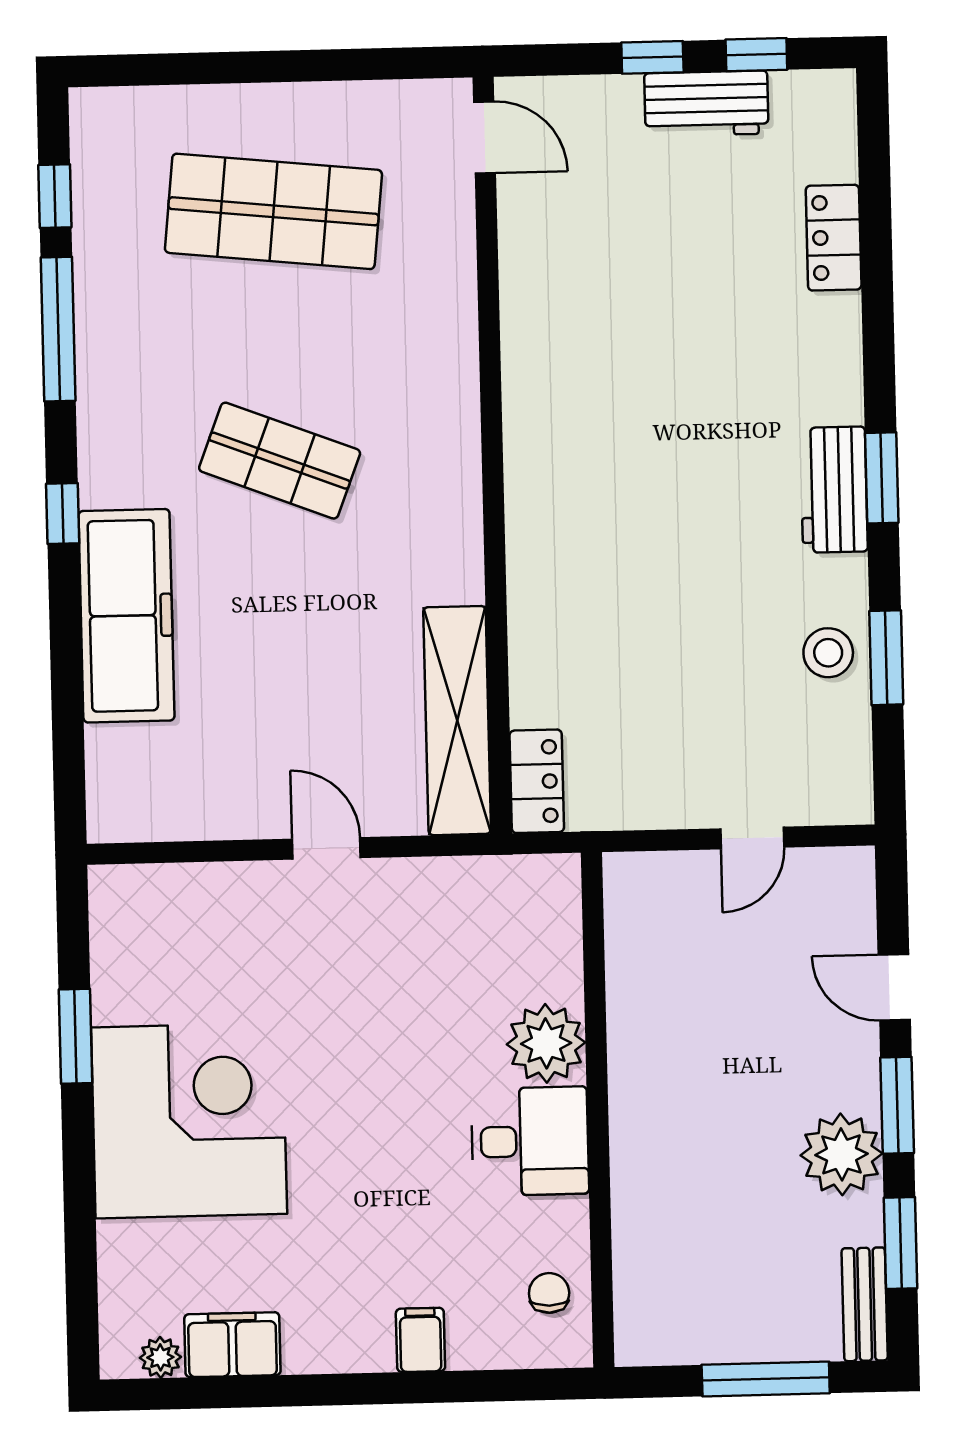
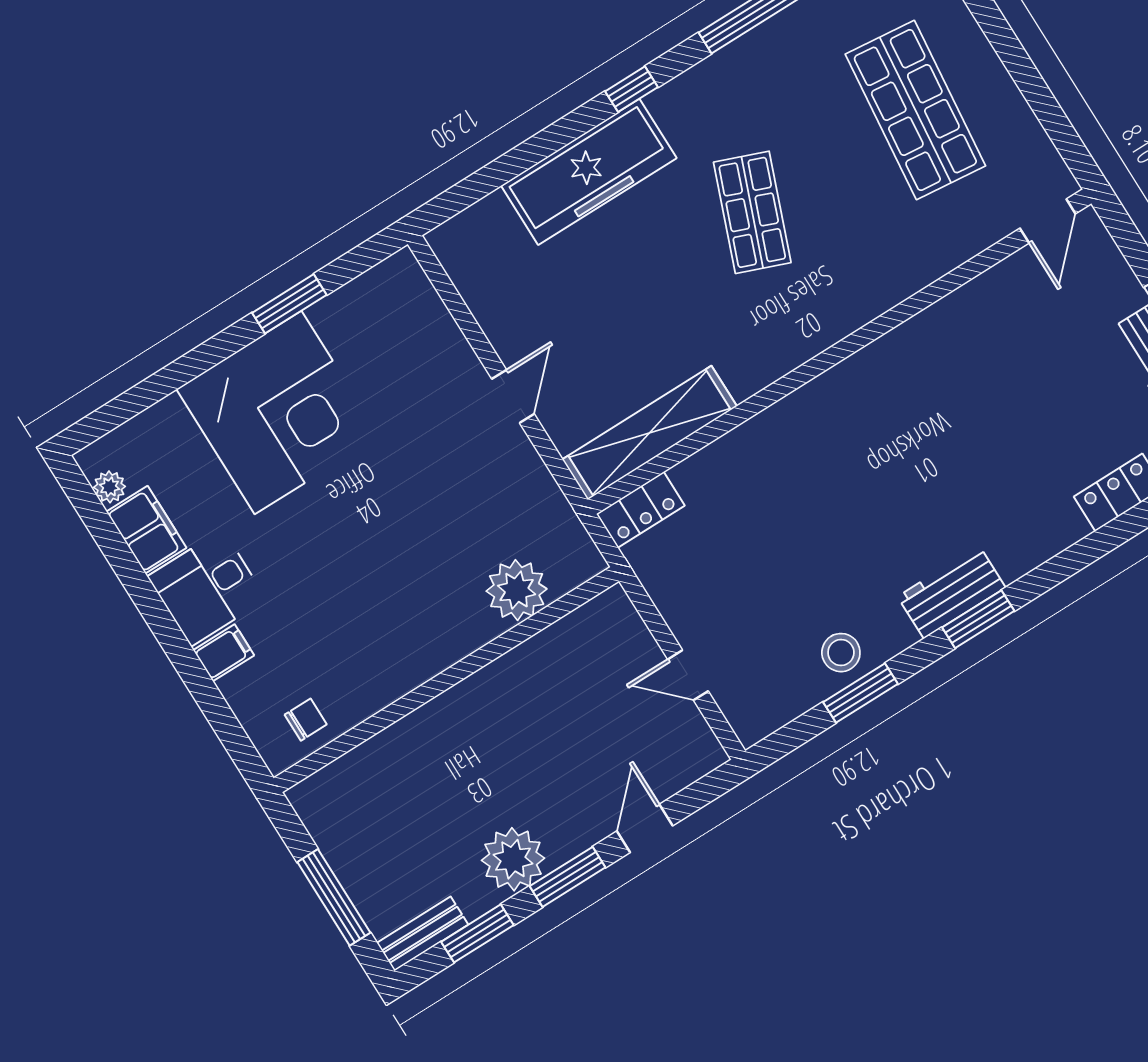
plant: (546, 1043) -> (517, 590), moved
desk: (530, 1141) -> (207, 588), moved, turned 90

